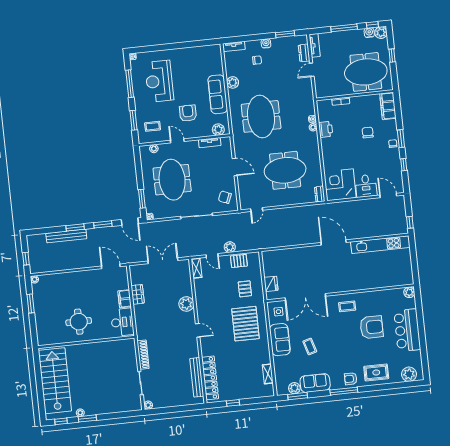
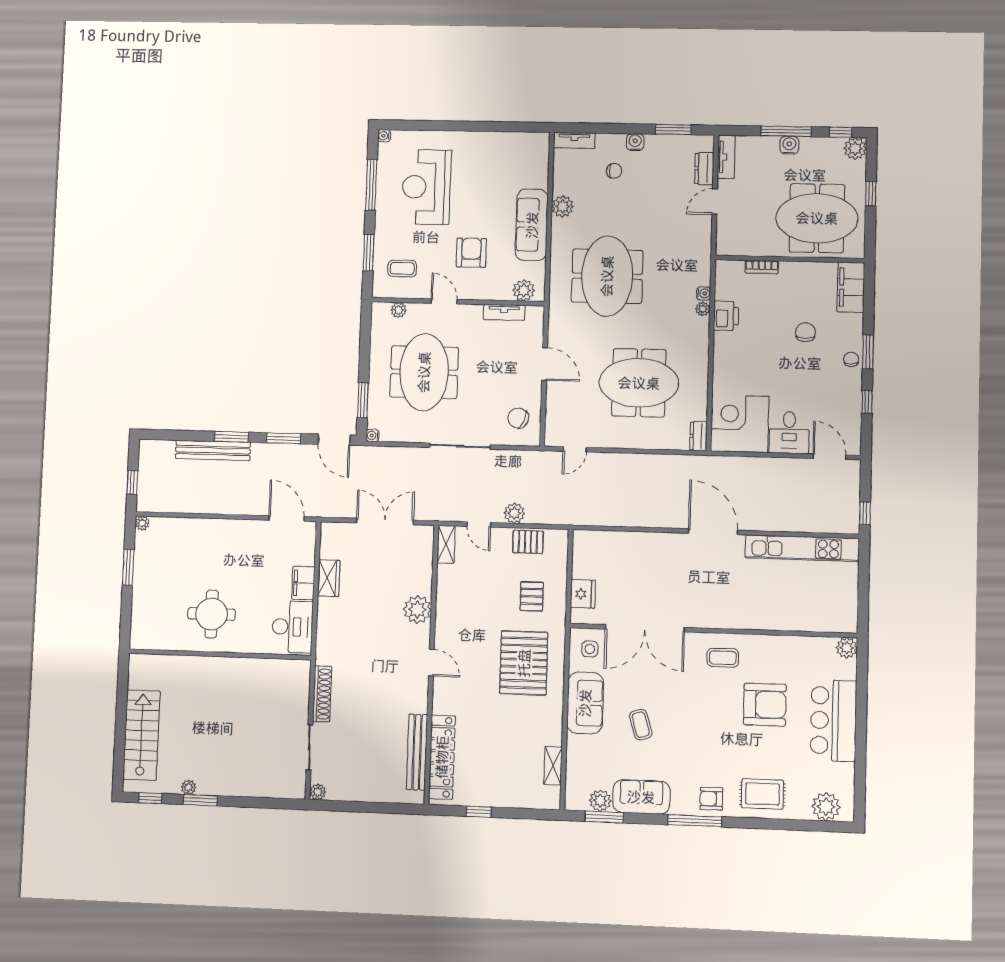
water cooler: (369, 33) -> (789, 145), moved
stairs: (55, 381) -> (142, 735), width x0.73, depth x0.66

